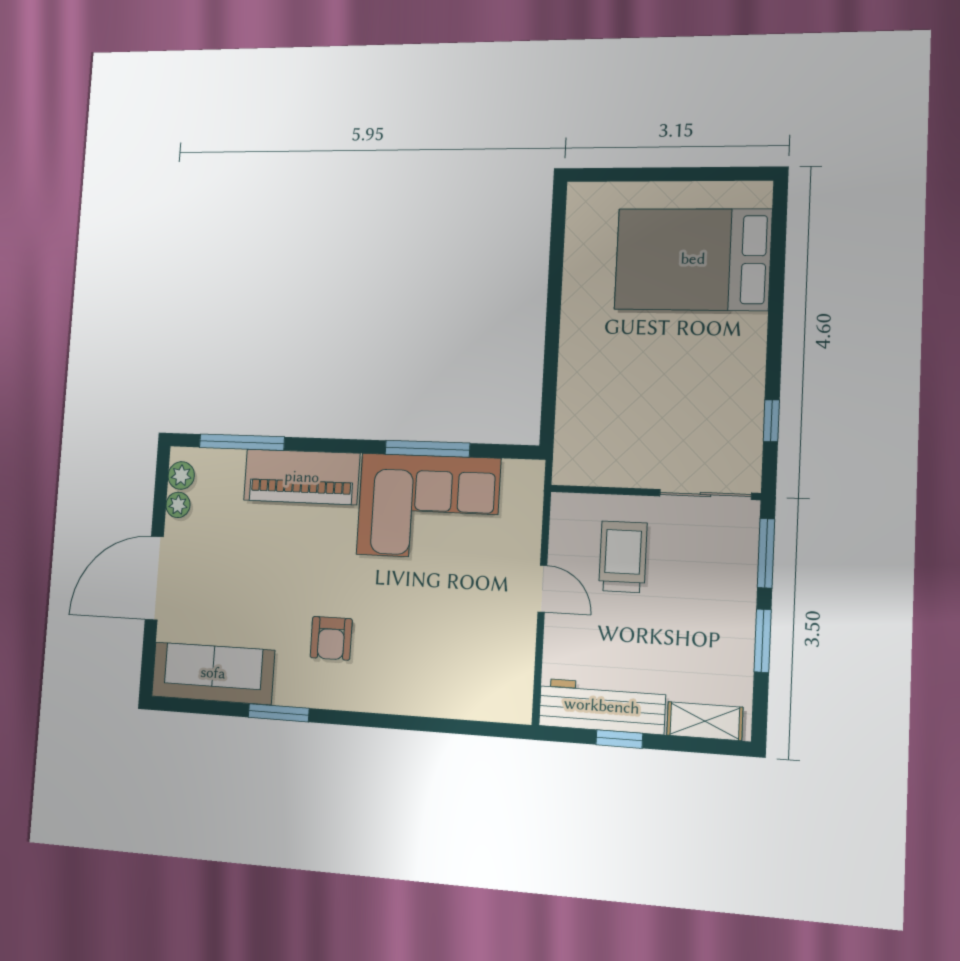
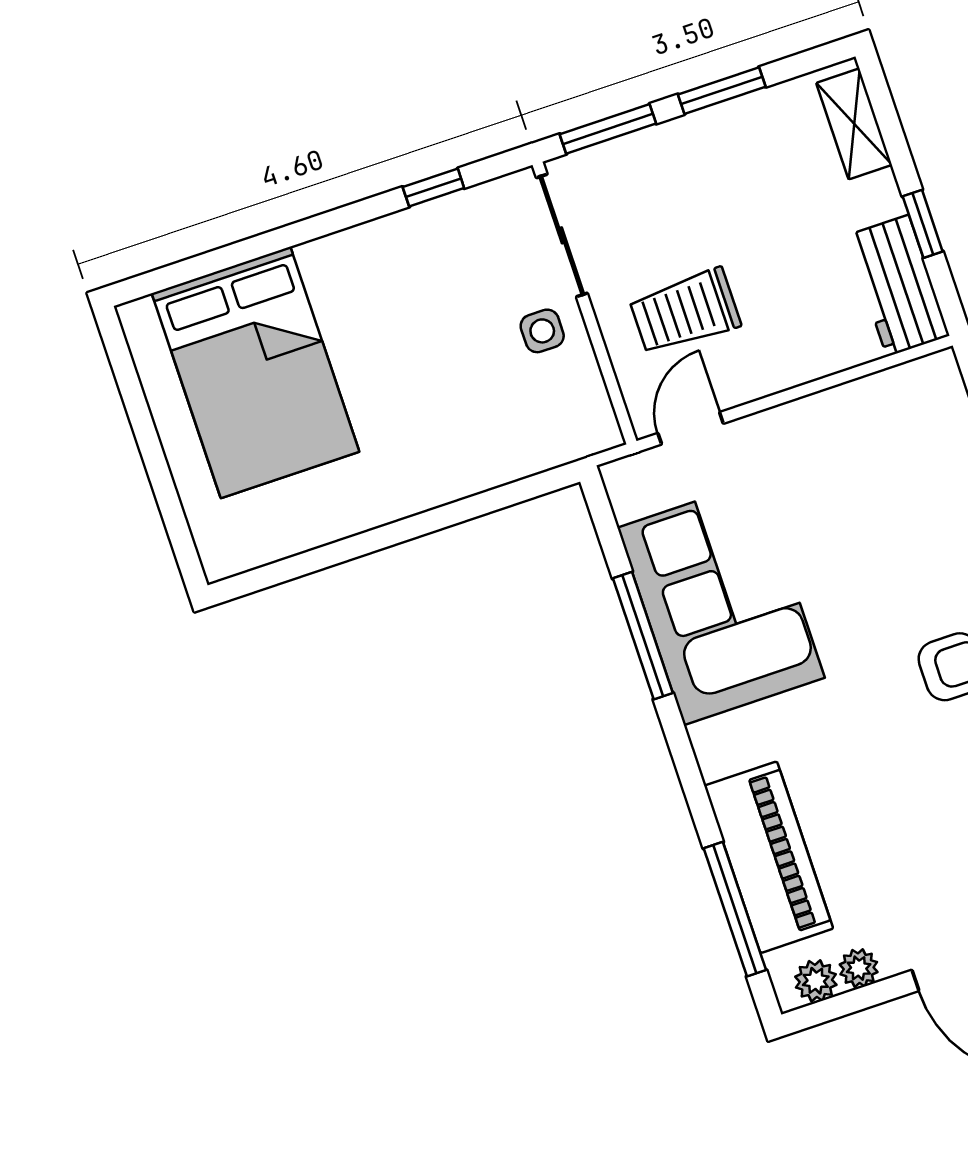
side table: (647, 457) -> (542, 331), added
piano: (302, 477) -> (769, 857), moved
door: (542, 589) -> (691, 428), moved
workbench: (602, 706) -> (898, 286), width x0.73

